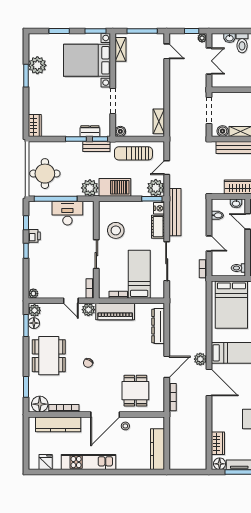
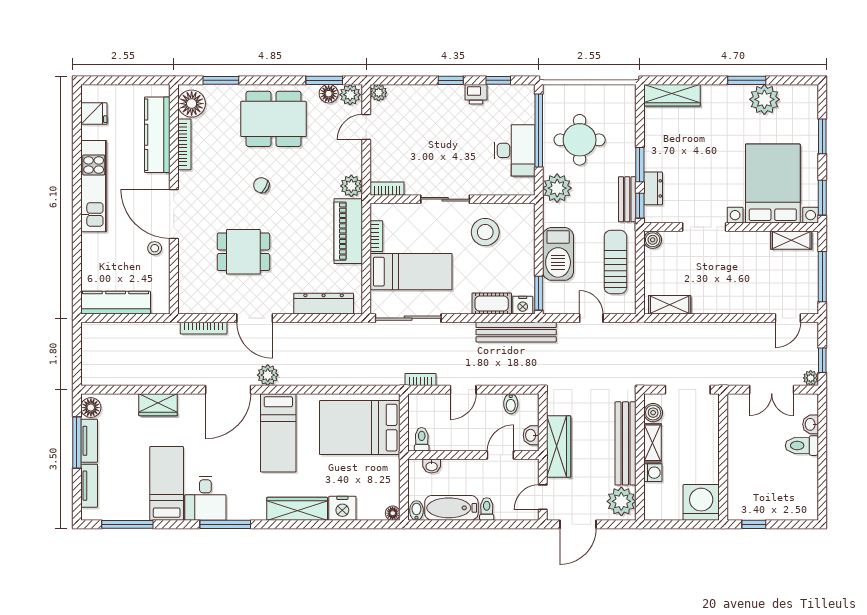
wardrobe: (35, 125) -> (672, 95), width x1.50
round table: (45, 174) -> (580, 140), moved
barbecue: (115, 187) -> (558, 254), moved
plant: (156, 188) -> (557, 300), removed
sliding door: (167, 261) -> (408, 318), moved
door: (71, 301) -> (366, 127), moved
dining table: (135, 391) -> (243, 252), moved
wardrobe: (218, 443) -> (158, 405), moved

